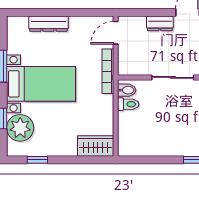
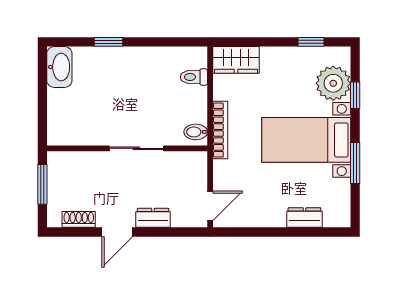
dresser: (48, 24) -> (304, 218), width x0.70
bookcase: (108, 71) -> (220, 130), moved
toilet: (128, 104) -> (194, 77), moved

